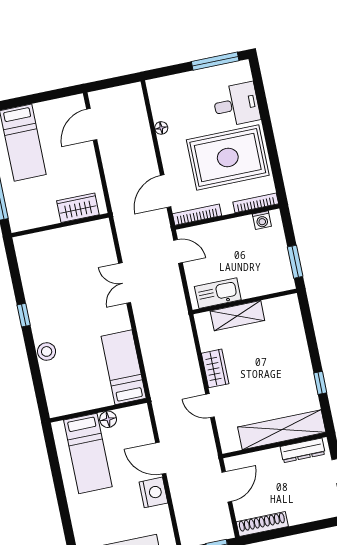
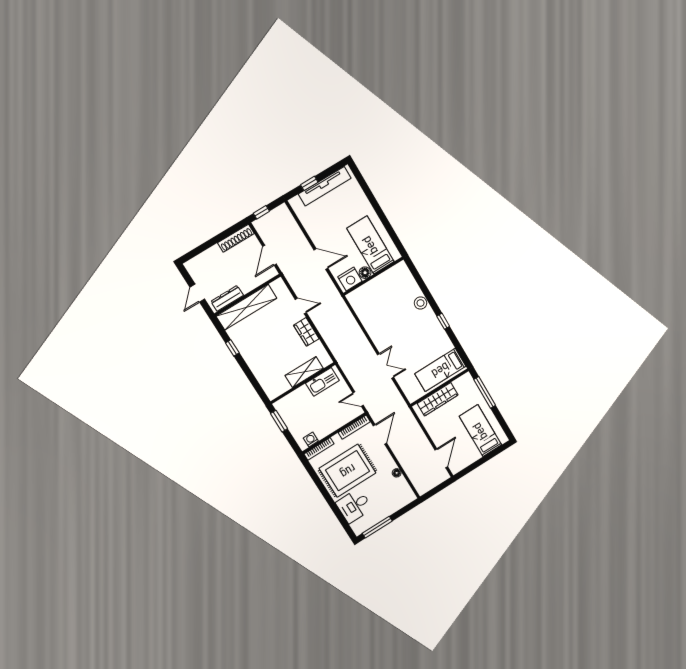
wardrobe: (78, 208) -> (438, 399), width x1.50
bed: (124, 367) -> (440, 370), moved, turned 90
nightstand: (153, 492) -> (350, 279), moved, turned -90

